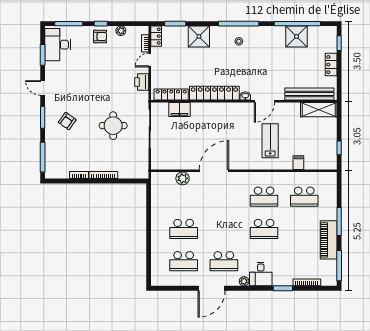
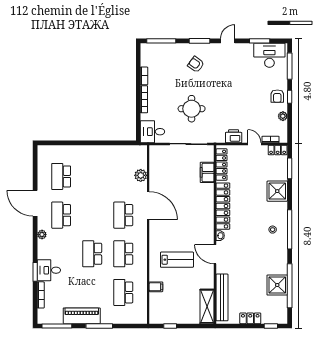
desk: (137, 166) -> (152, 132), added
school desk: (184, 229) -> (123, 215), moved
desk: (261, 274) -> (49, 270), moved

